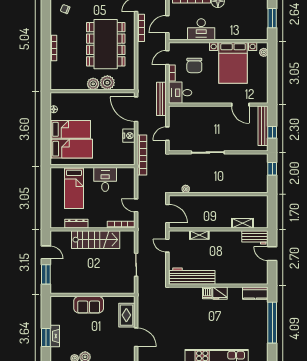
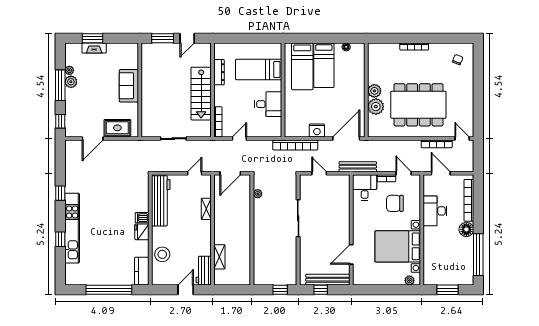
stool: (240, 275) -> (162, 254), added

